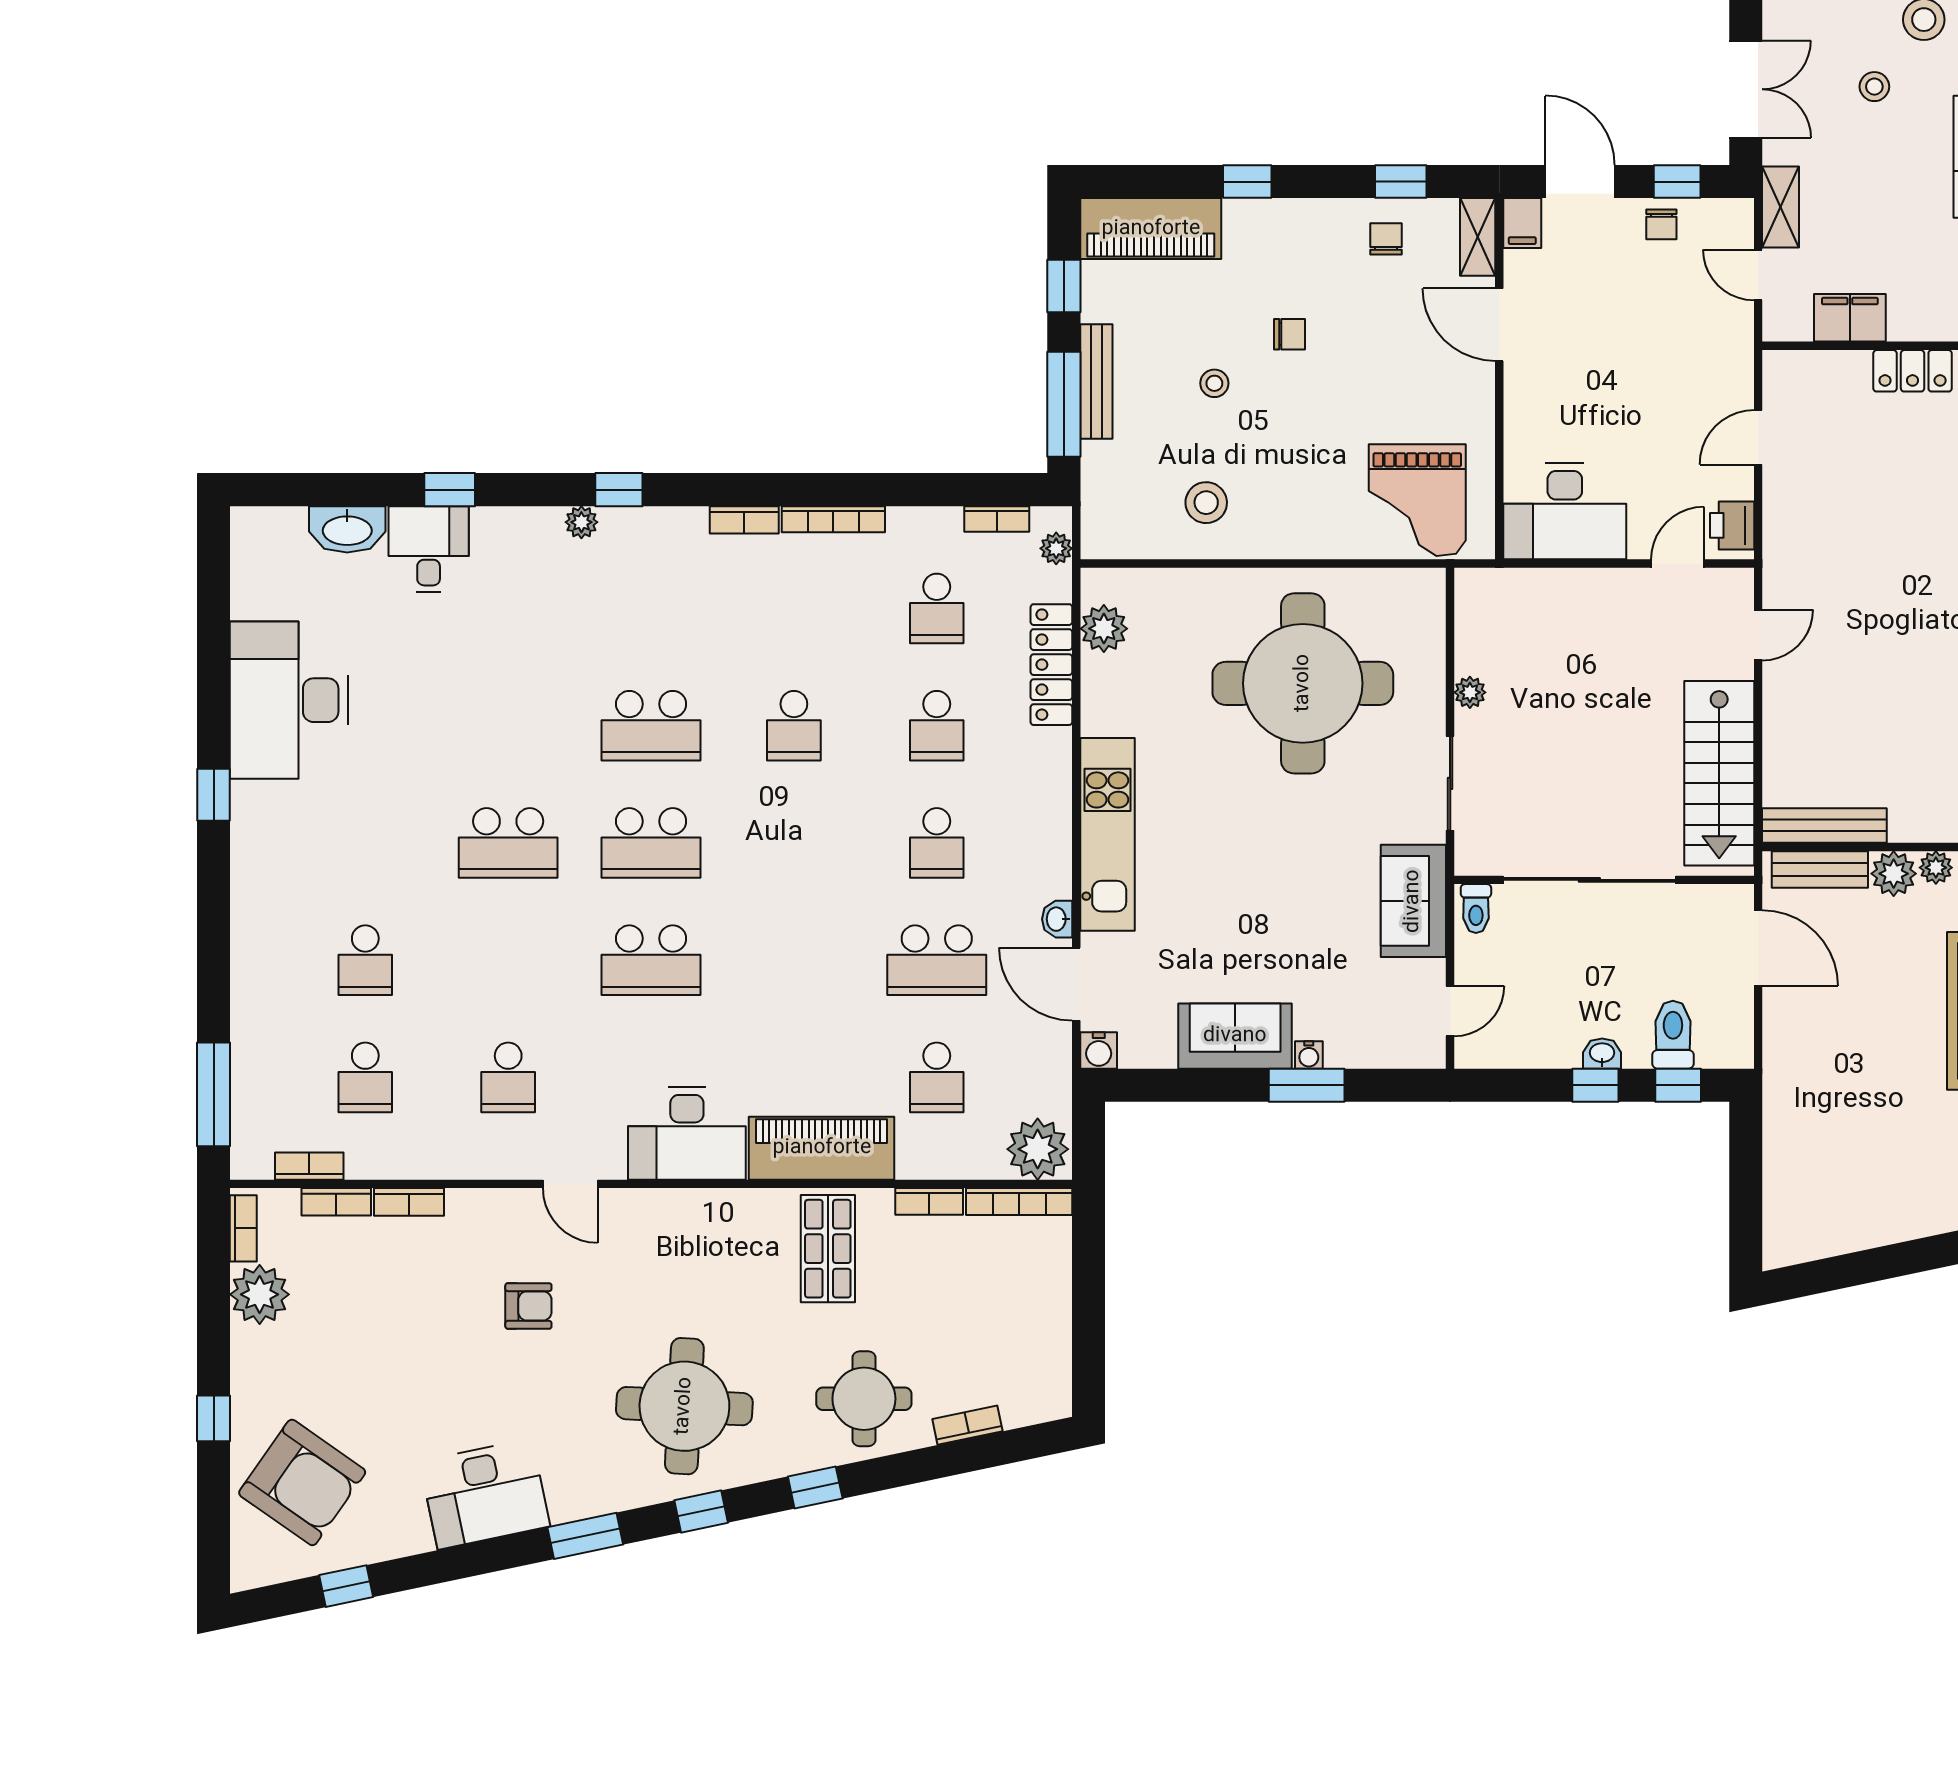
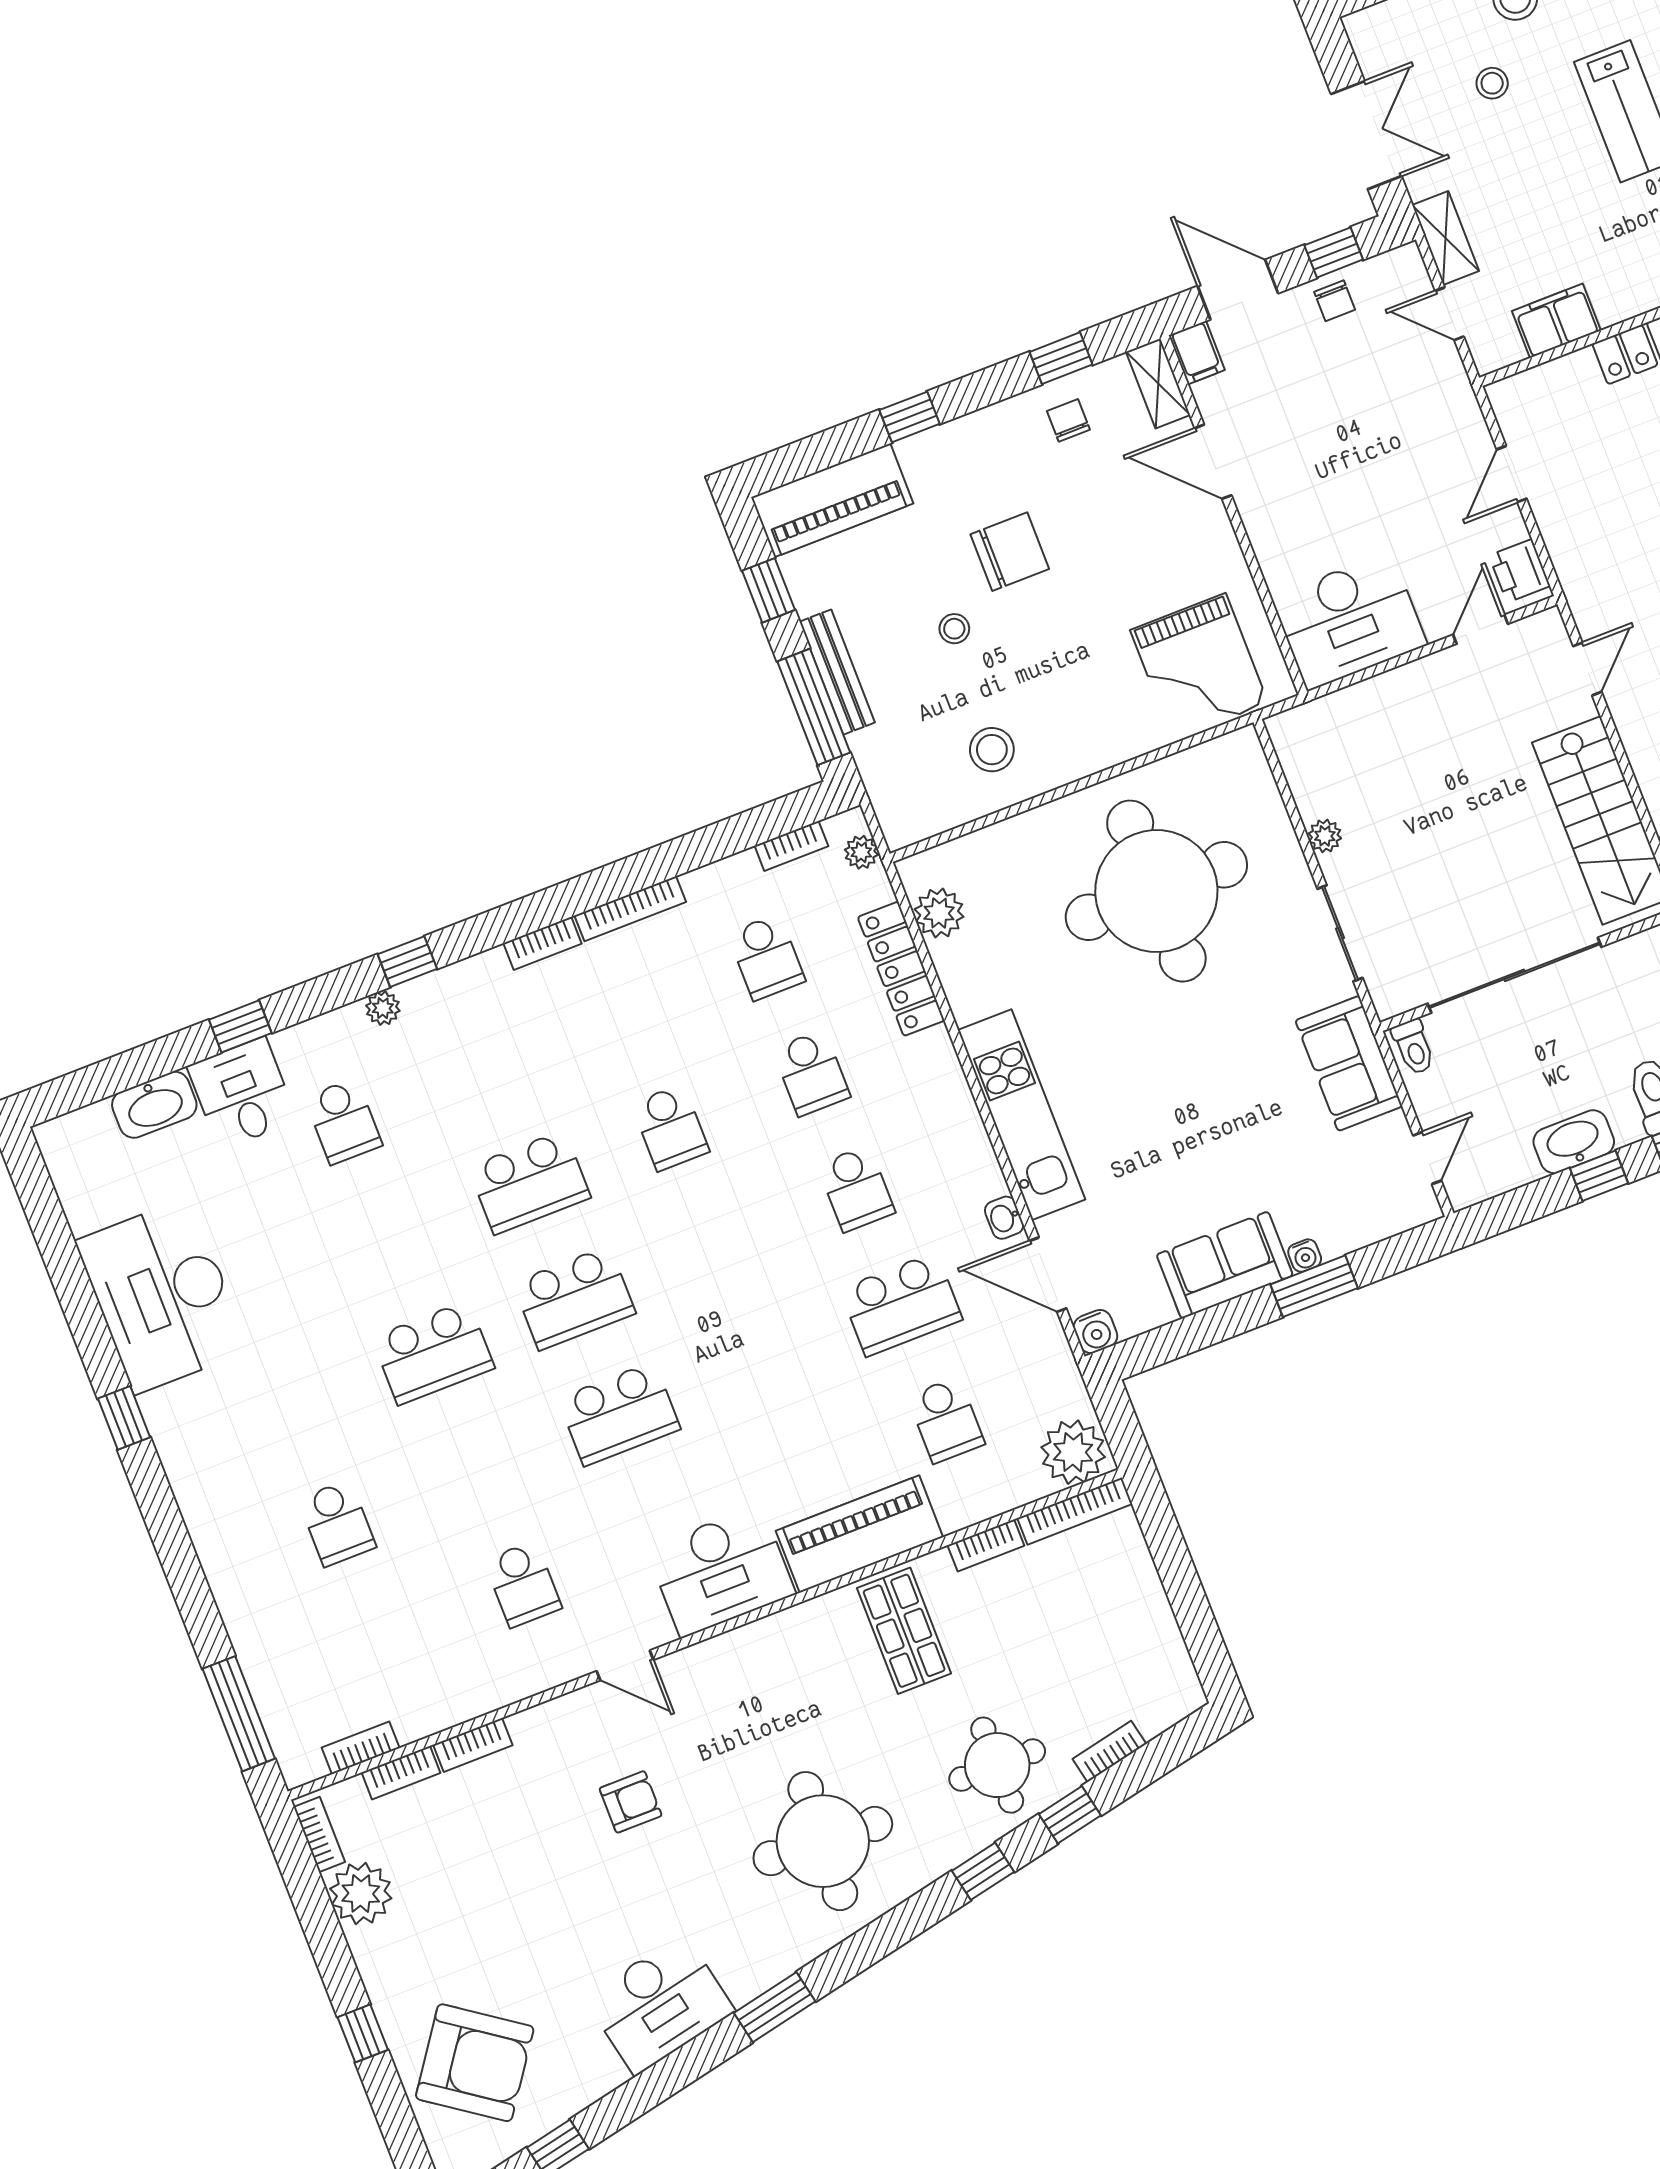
chair: (1290, 334) -> (1010, 552), width x1.87, depth x1.87
washbasin: (1602, 1054) -> (1574, 1142), width x1.91, depth x1.45
school desk: (365, 1077) -> (343, 1121), moved
window: (701, 1511) -> (1070, 1815), moved

